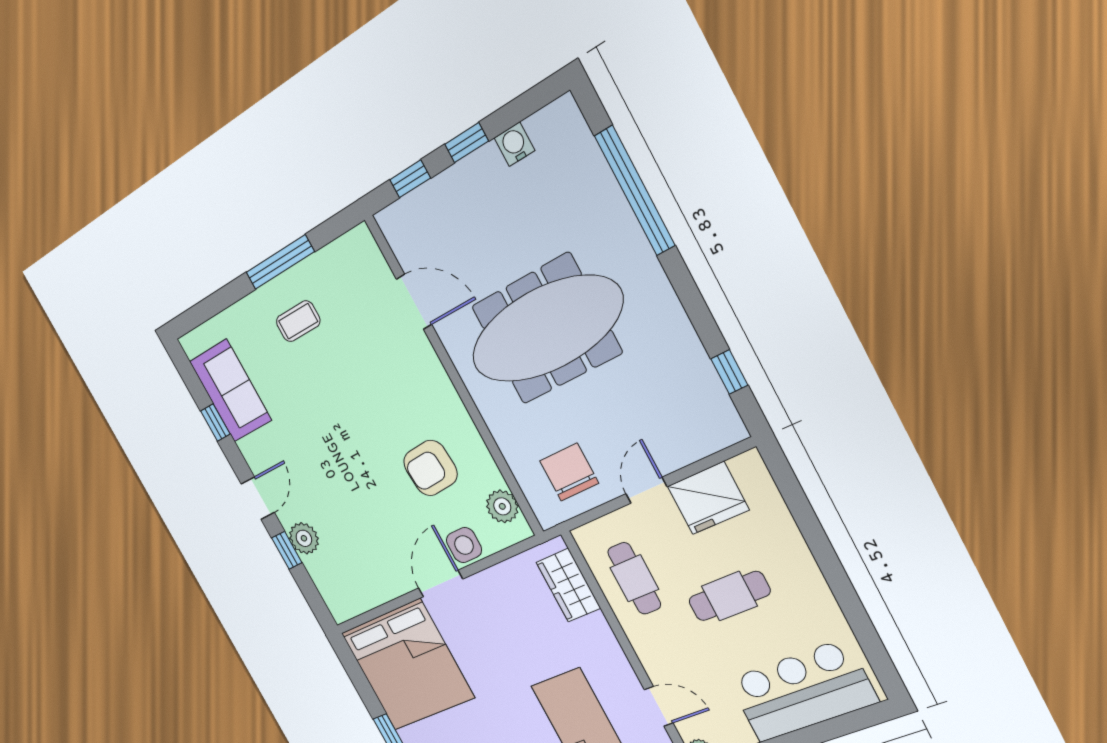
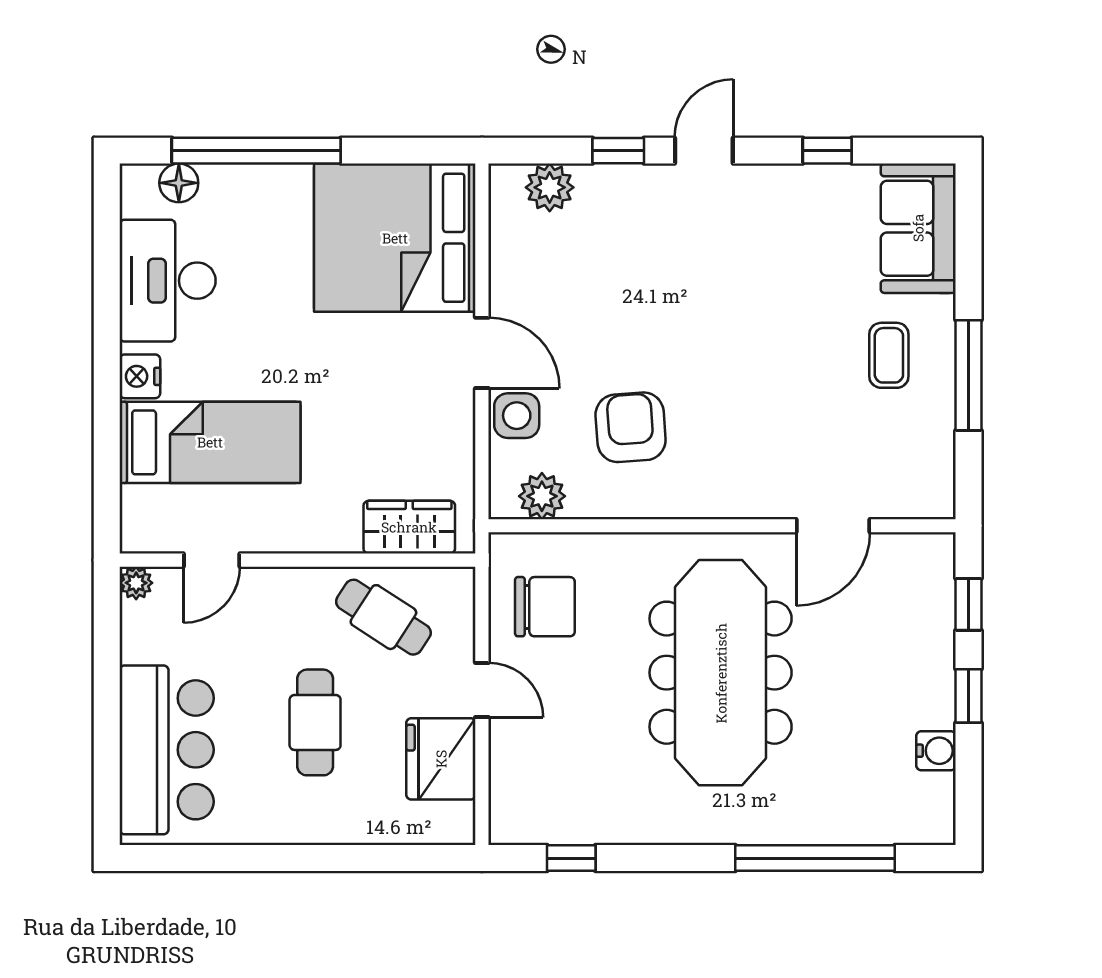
sofa: (230, 391) -> (918, 228), moved, turned 90
door: (258, 498) -> (704, 151), swing flipped
plant: (304, 538) -> (550, 187), moved
cafe table: (634, 578) -> (383, 617), turned 33

